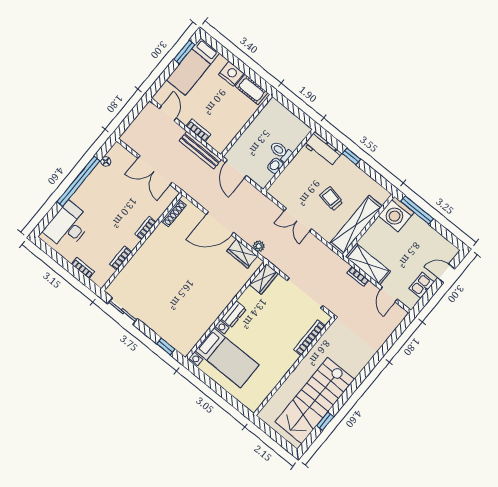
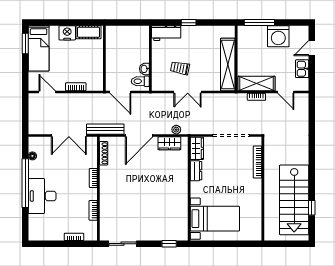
bench: (200, 150) -> (105, 129), moved
toilet: (281, 151) -> (140, 81), moved
trolley: (331, 199) -> (180, 68), moved
washing machine: (396, 214) -> (278, 36), moved
desk: (68, 226) -> (42, 196), moved
dresser: (234, 314) -> (196, 171), moved

